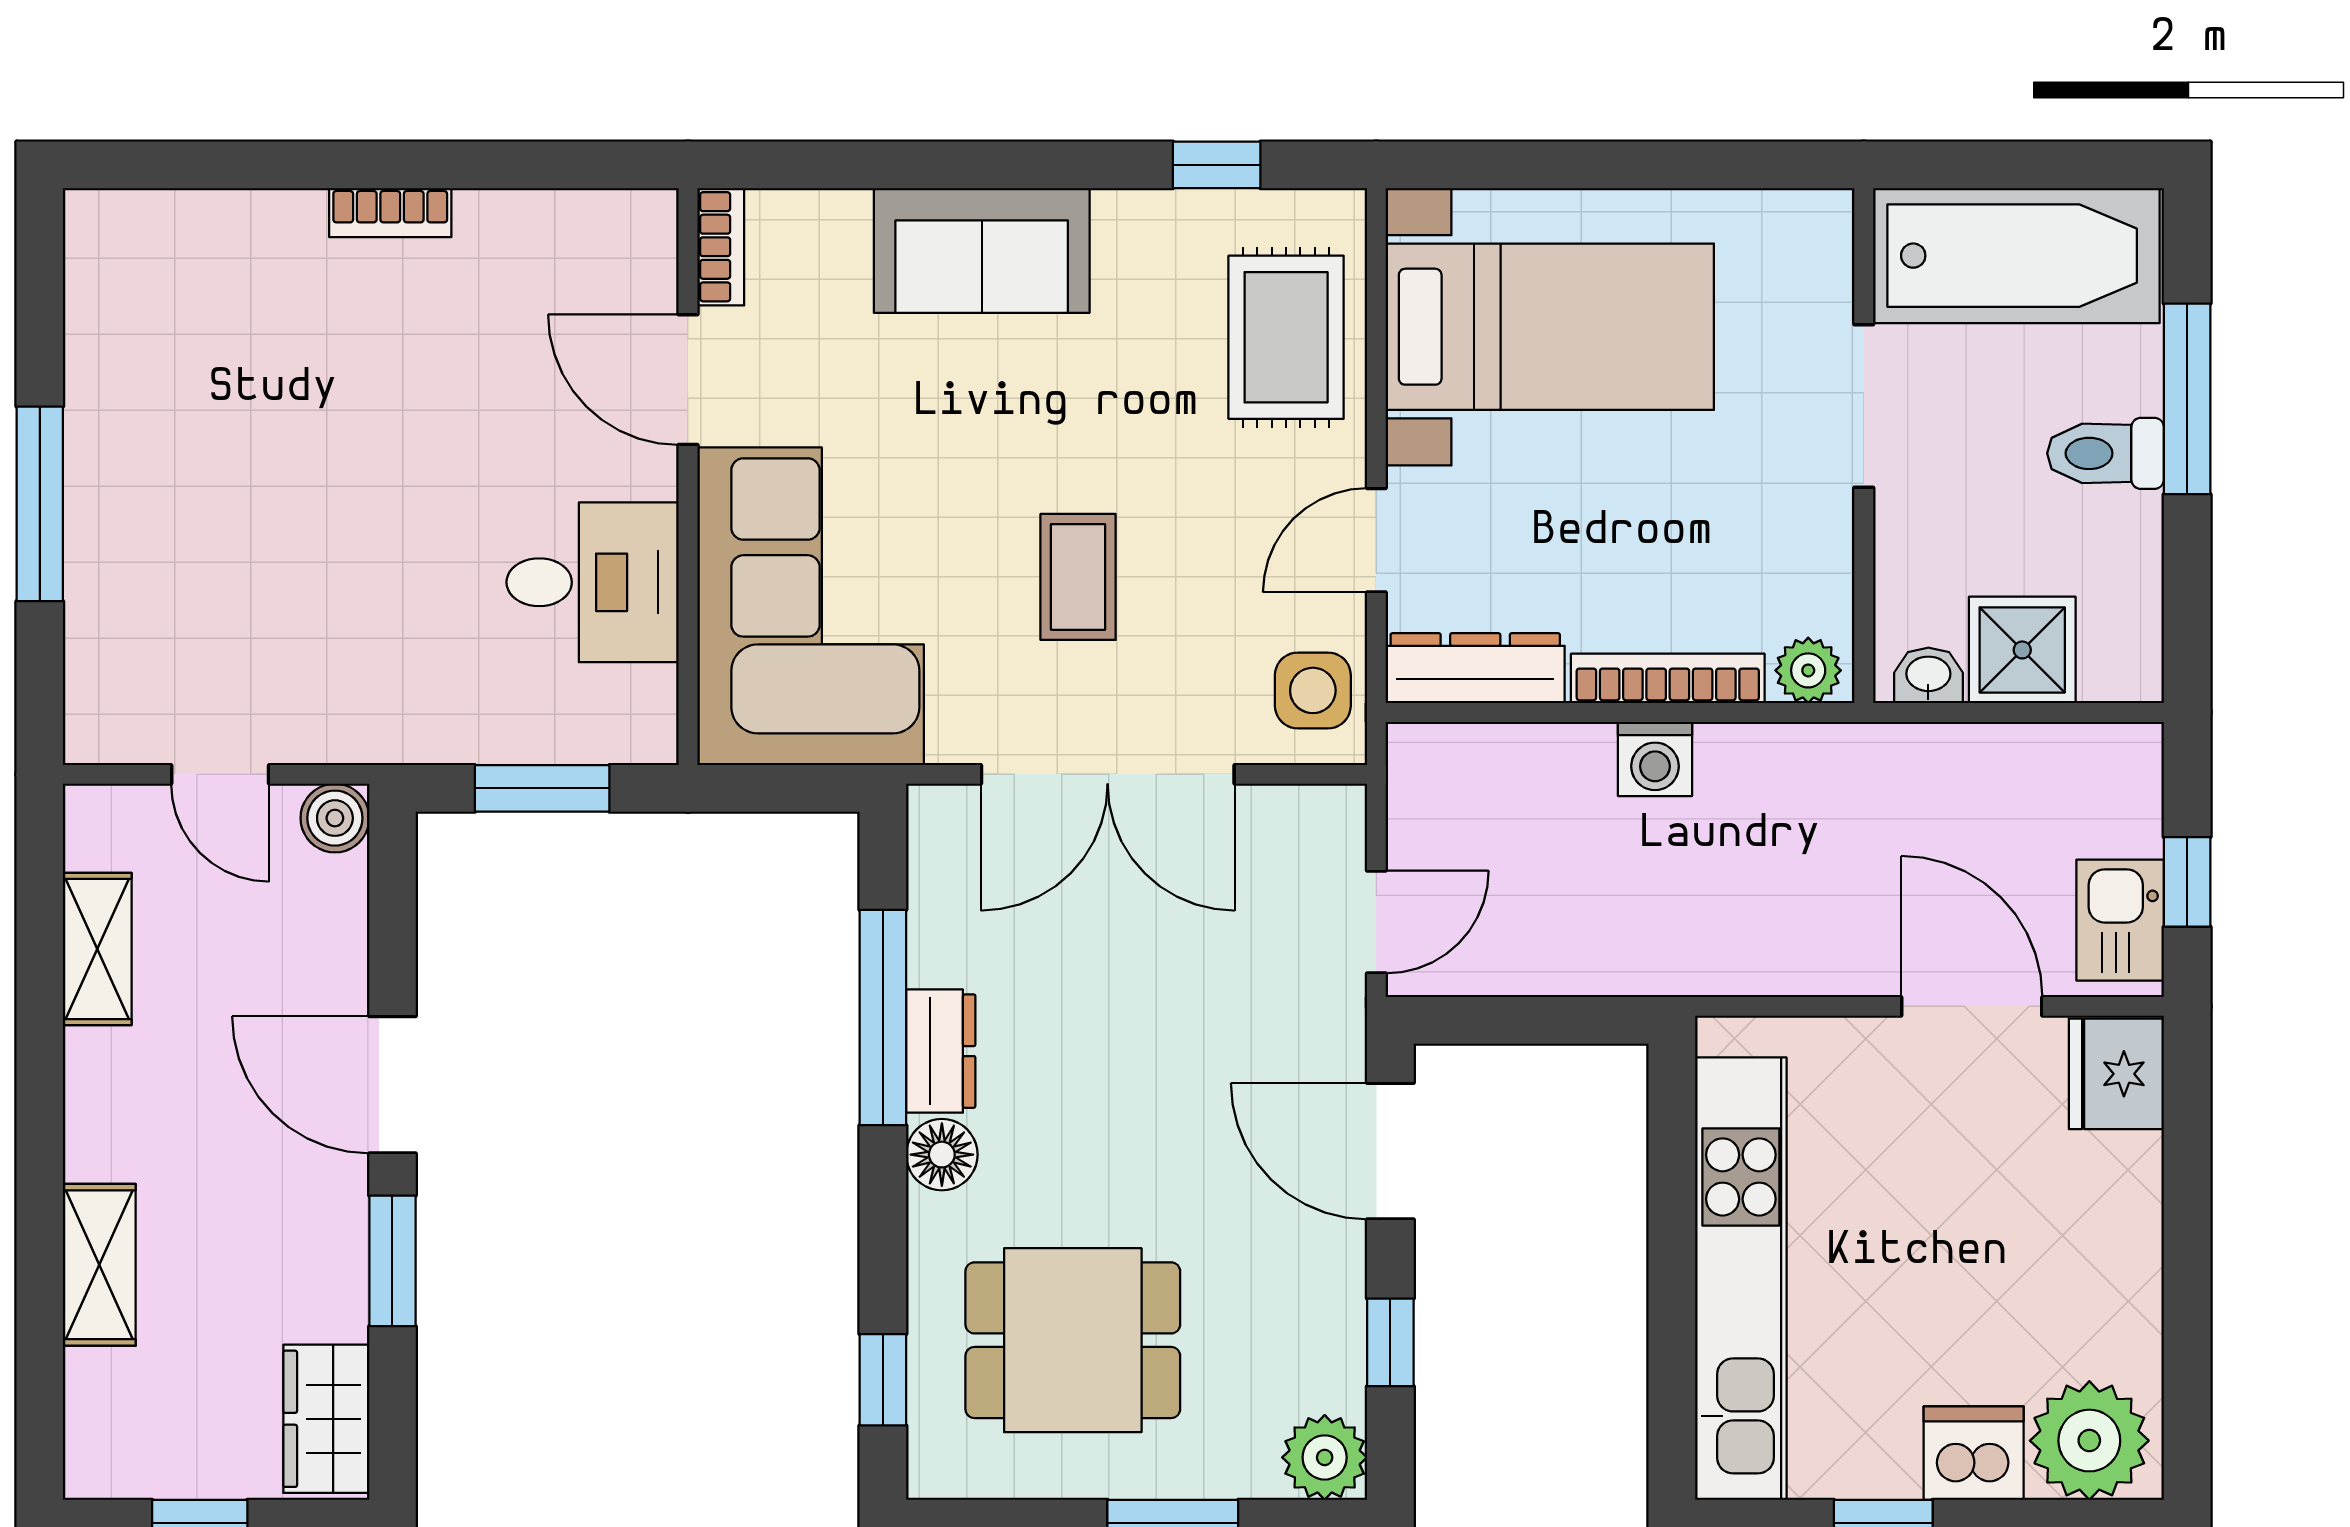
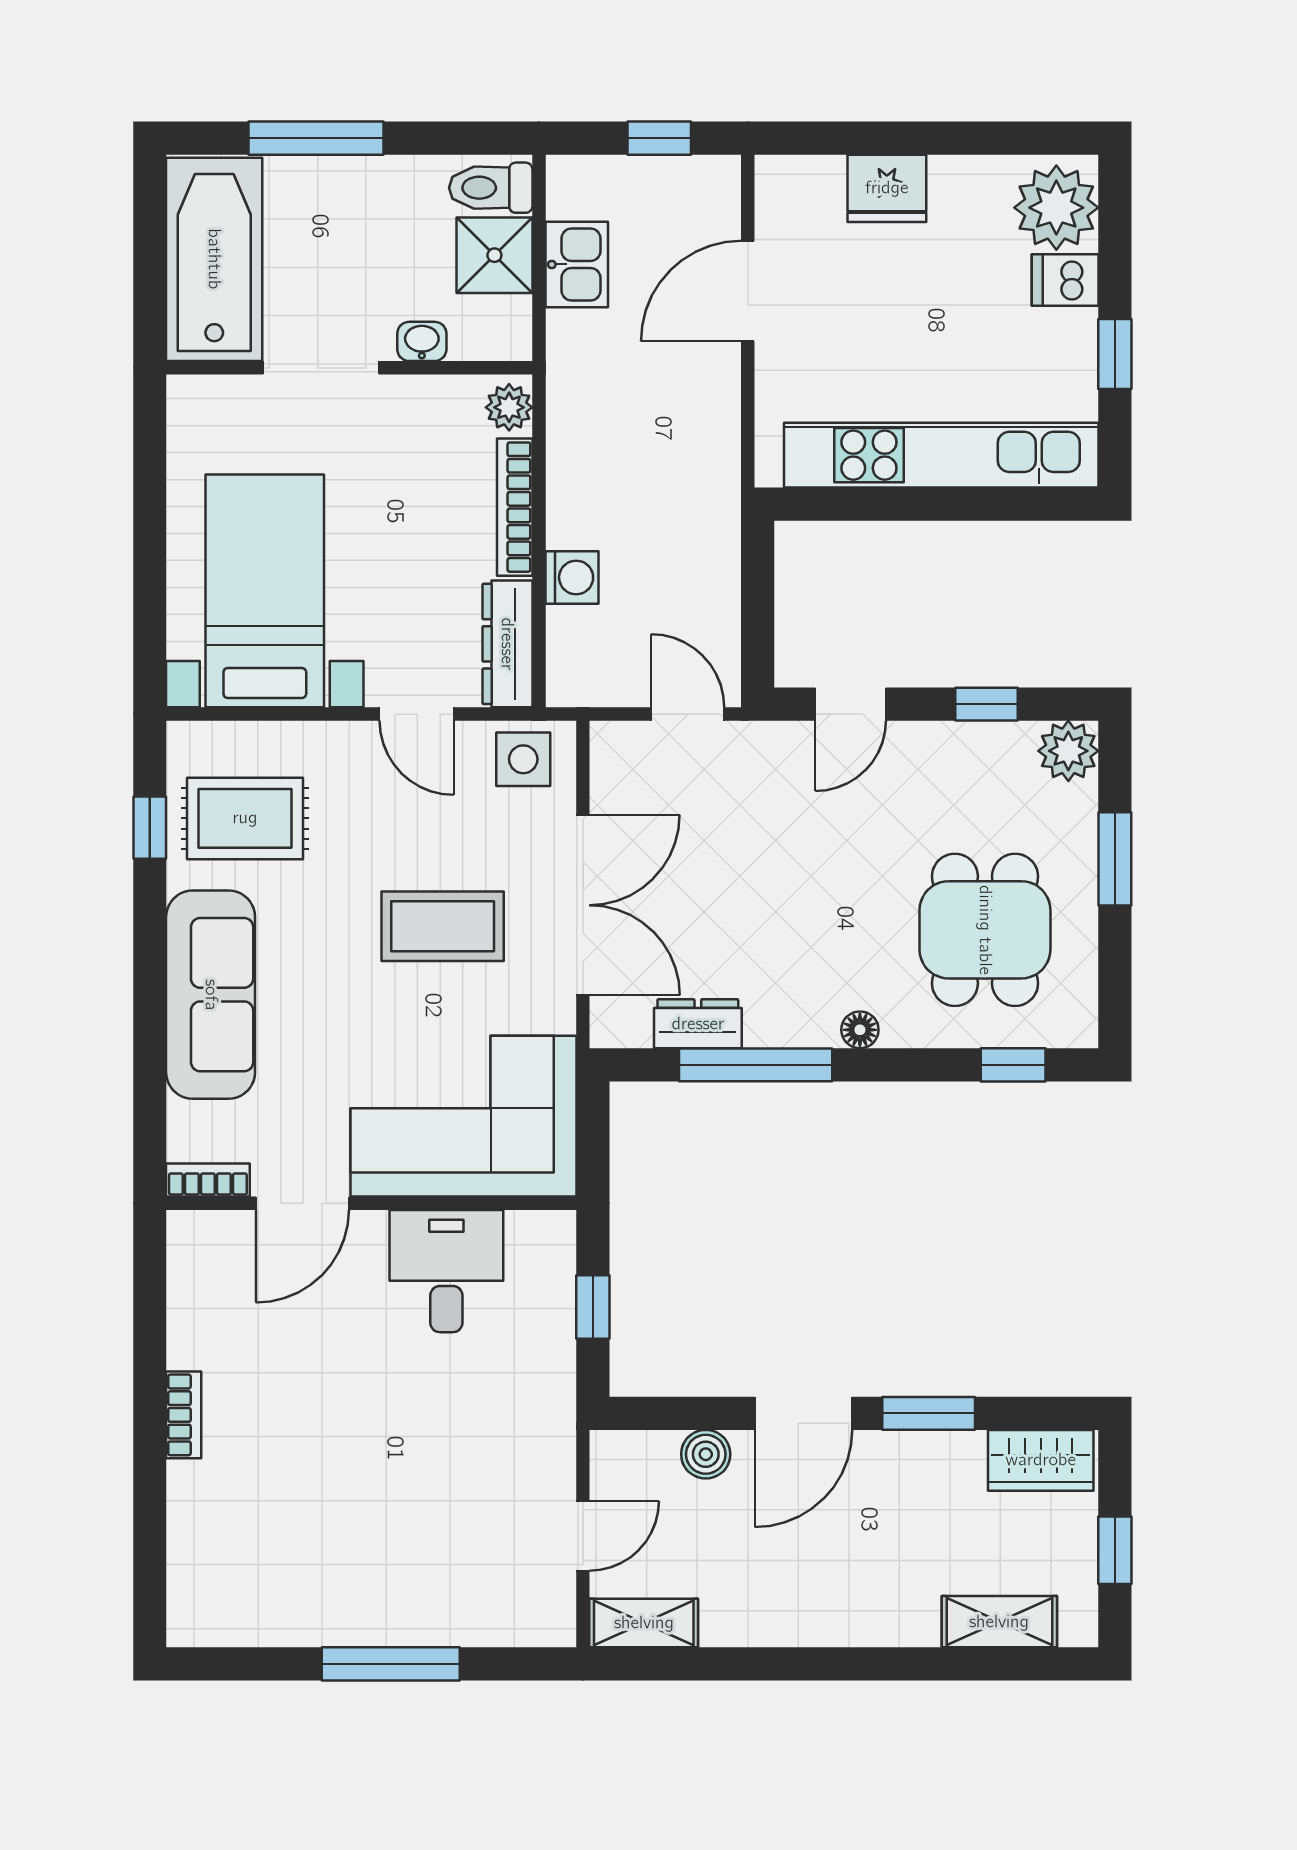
sofa: (982, 250) -> (211, 995), width x1.36
rug: (1286, 337) -> (245, 818), moved
toilet: (2105, 453) -> (491, 188), moved, turned 90
coffee table: (1078, 577) -> (443, 926), width x1.36, depth x1.30
washbasin: (1928, 675) -> (422, 341), moved, turned 90
washing machine: (1655, 759) -> (572, 577), moved
window: (542, 788) -> (593, 1307), width x0.67
boiler: (335, 818) -> (706, 1454), moved
kitchen sink: (2120, 920) -> (577, 264), moved, turned -90
shelving: (97, 949) -> (644, 1623), moved
dresser: (941, 1051) -> (698, 1024), moved
fridge: (2116, 1074) -> (887, 188), moved
door: (1390, 1151) -> (851, 704), width x0.73
floor lamp: (942, 1155) -> (860, 1030), width x0.73, depth x0.73
shelving: (99, 1265) -> (999, 1622), moved
dishwasher: (1974, 1453) -> (1065, 280), width x0.73

